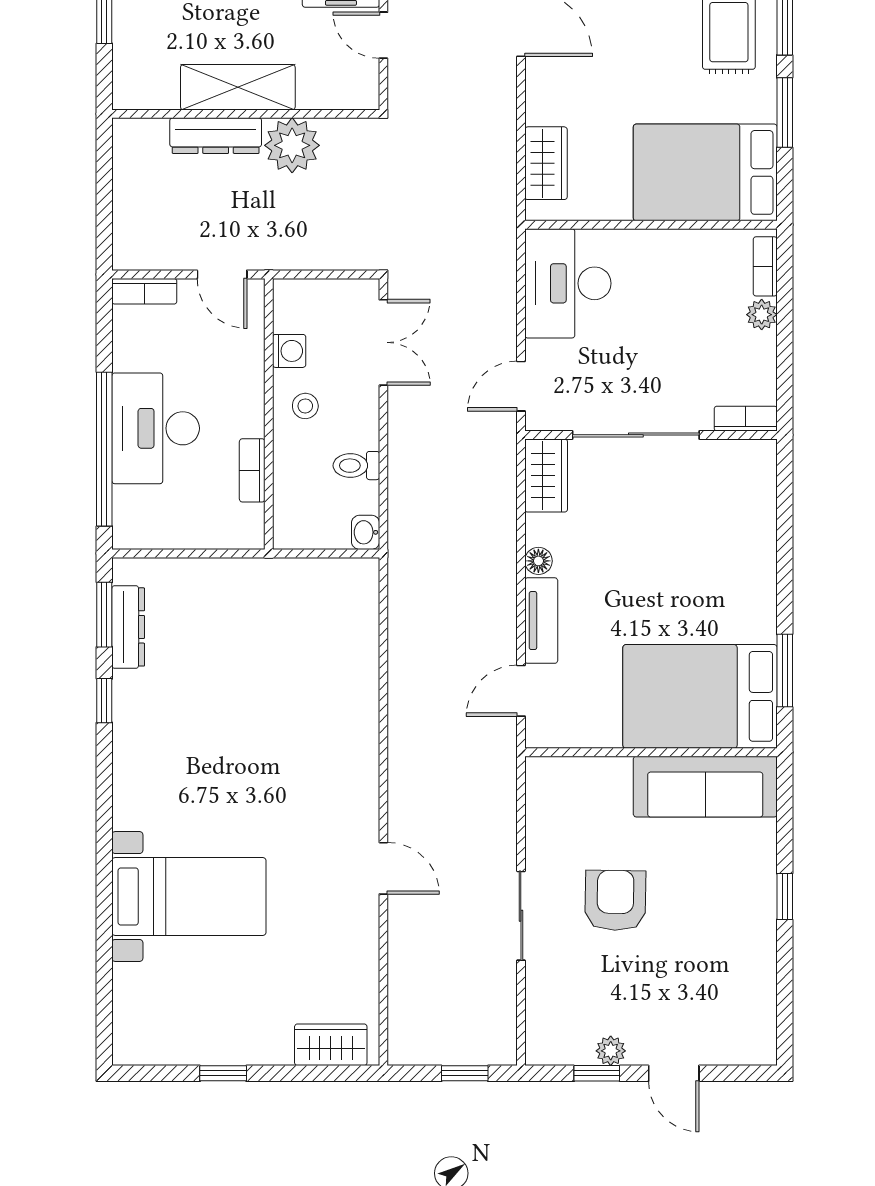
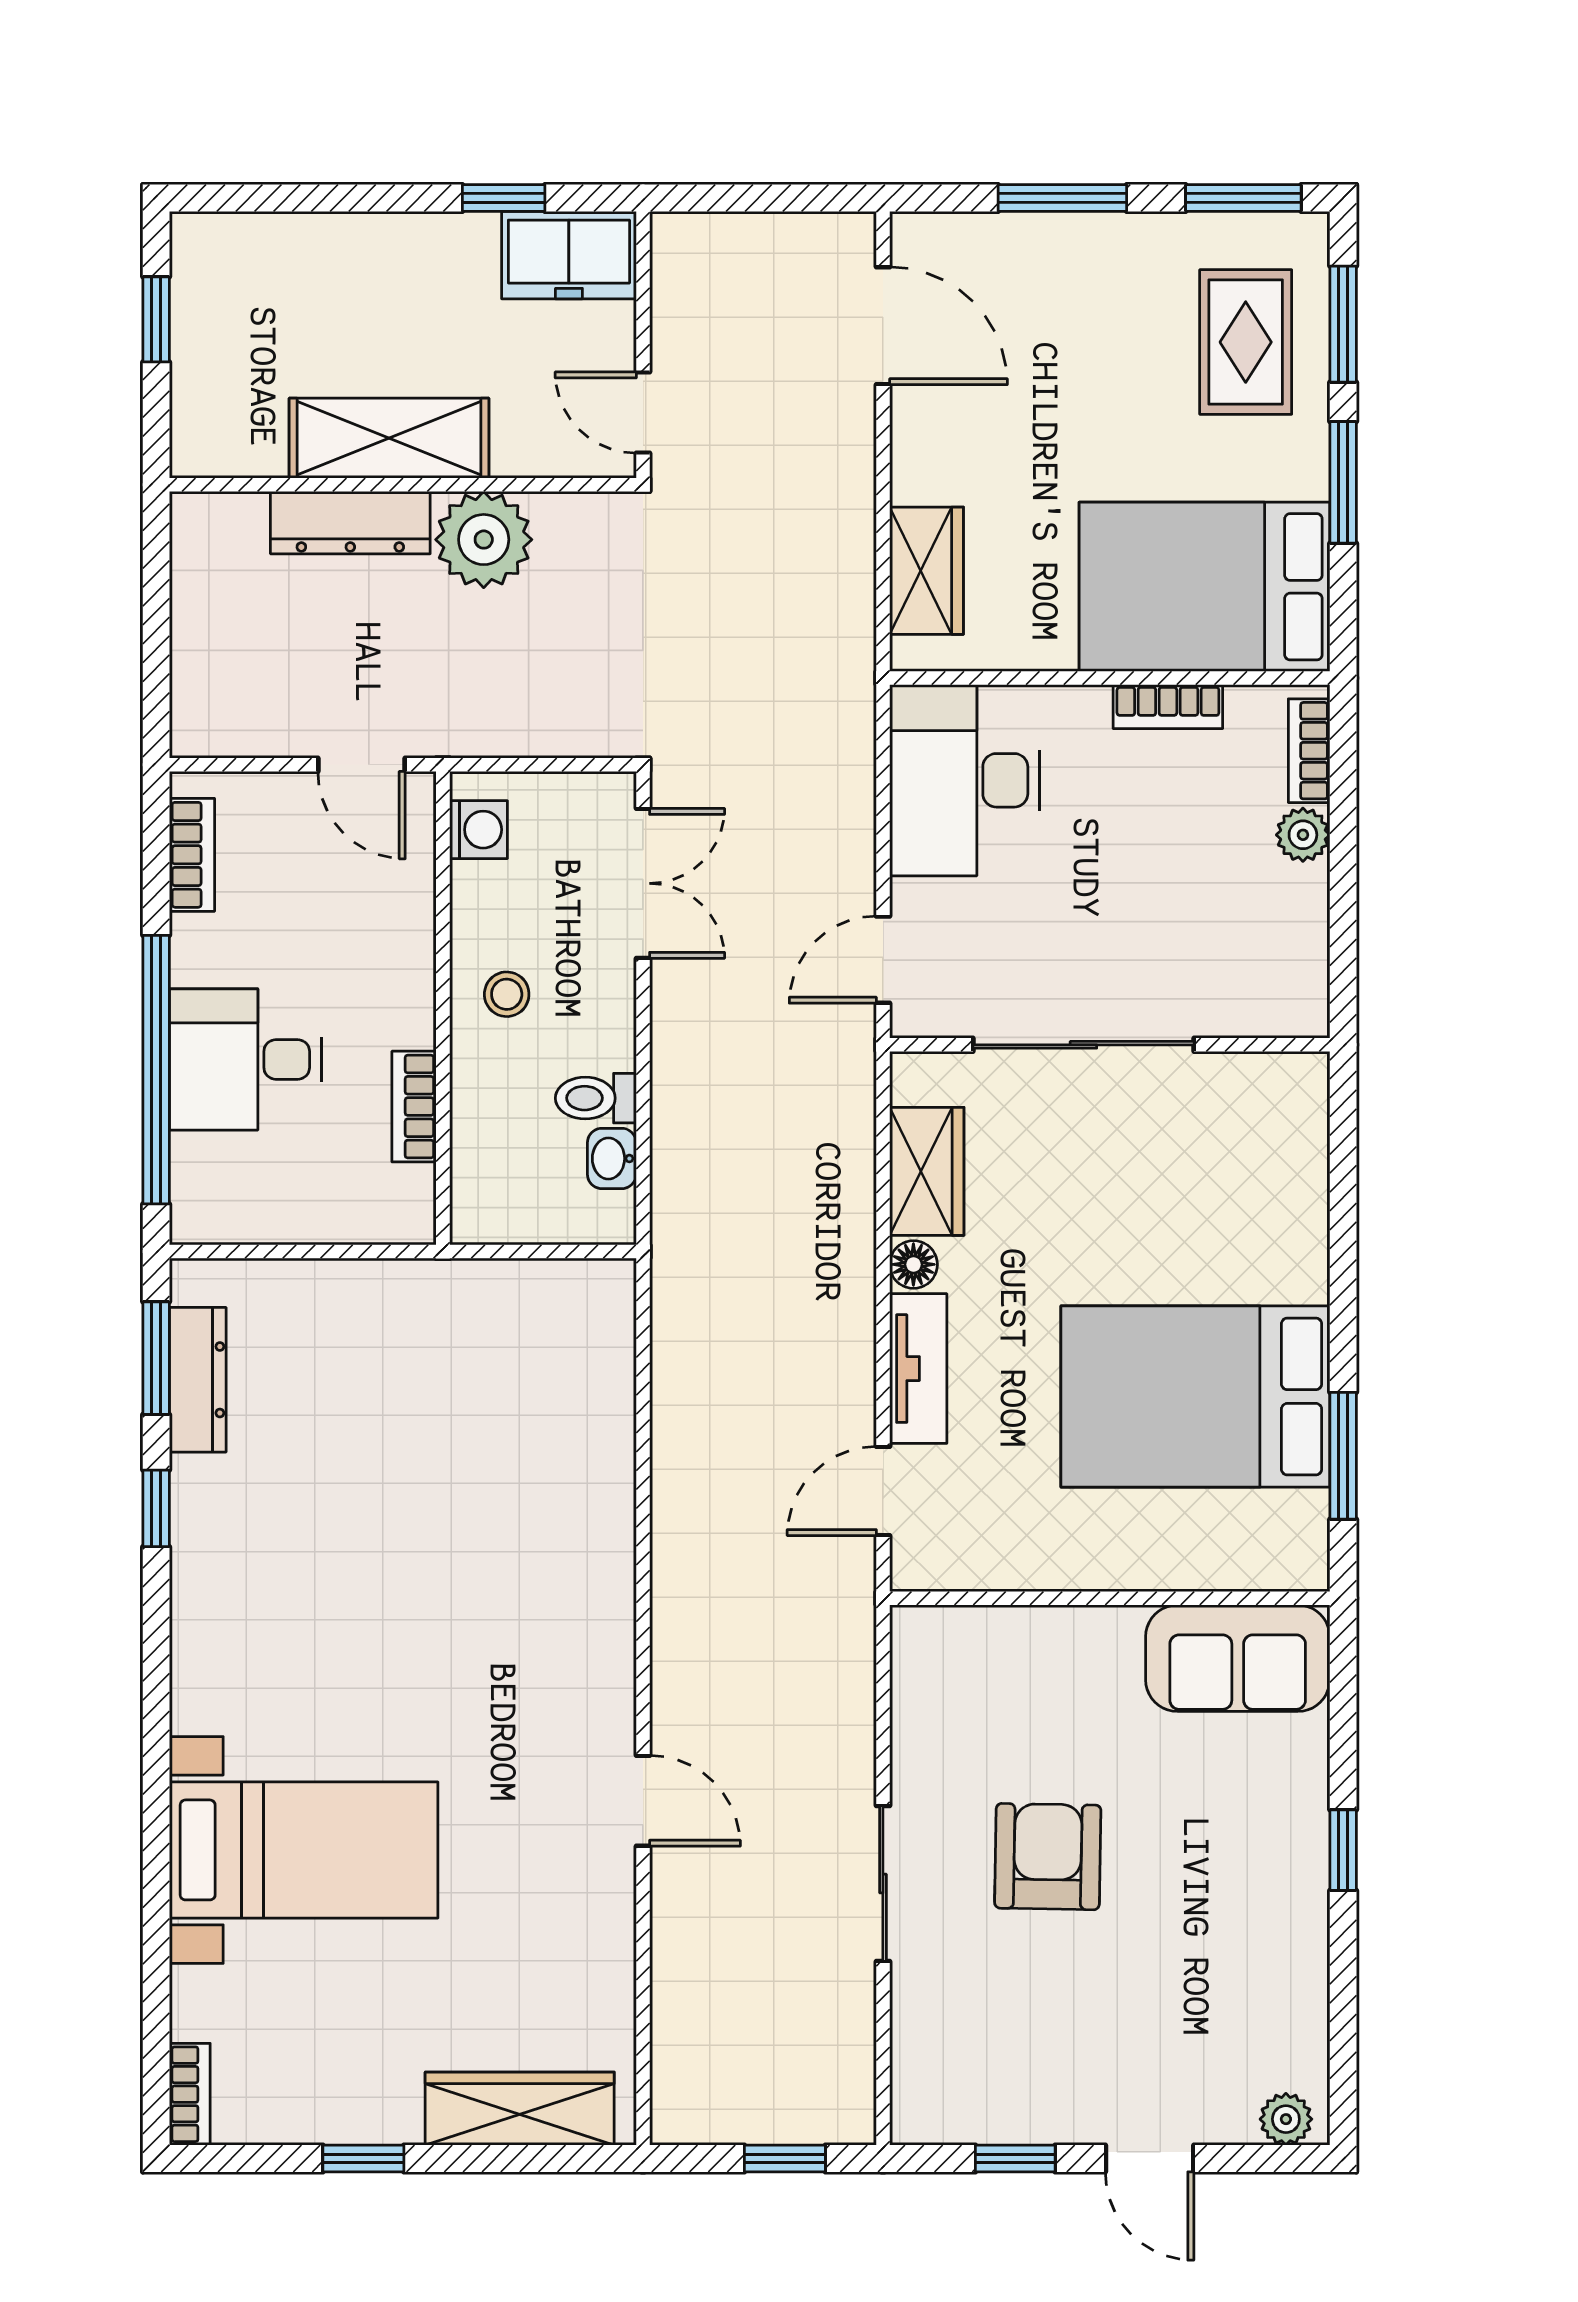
door: (383, 35) -> (643, 412), moved
bookcase: (144, 291) -> (192, 855), moved, turned -90
washing machine: (289, 351) -> (478, 830), moved
bookcase: (746, 419) -> (1168, 707), moved, turned 180
desk: (156, 428) -> (246, 1059), width x0.73
wardrobe: (546, 475) -> (927, 1171), moved
washbasin: (366, 532) -> (612, 1158), moved
bed: (700, 696) -> (1195, 1397), moved
sofa: (705, 787) -> (1238, 1658), width x0.73
bookcase: (124, 1036) -> (190, 2094), added
wardrobe: (331, 1045) -> (520, 2109), width x1.50
plant: (611, 1051) -> (1286, 2119), moved

